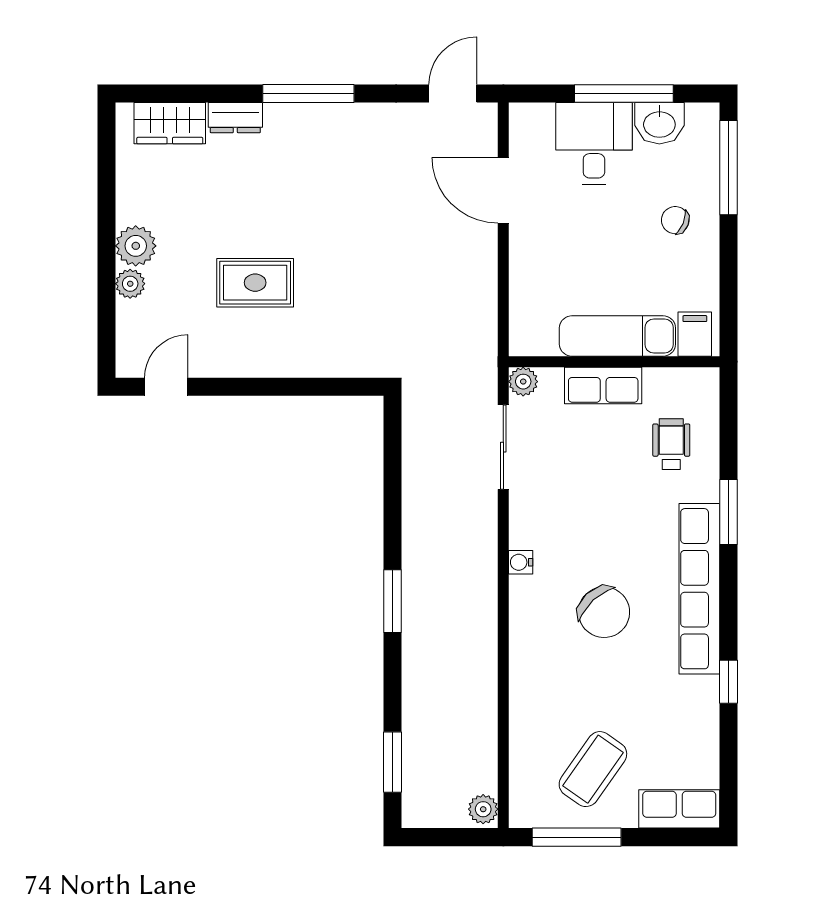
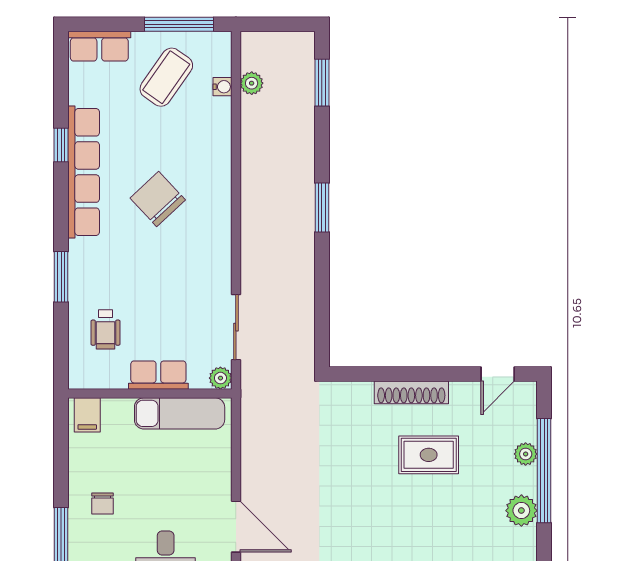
chair: (675, 220) -> (102, 503), turned 68
plant: (136, 246) -> (521, 511), moved
window: (106, 262) -> (544, 471), added
exam couch: (617, 336) -> (180, 413), moved
shoe rack: (277, 363) -> (411, 392), added
water cooler: (521, 562) -> (222, 87), moved
row of seats: (699, 589) -> (84, 172), moved
plant: (483, 809) -> (252, 83), moved

